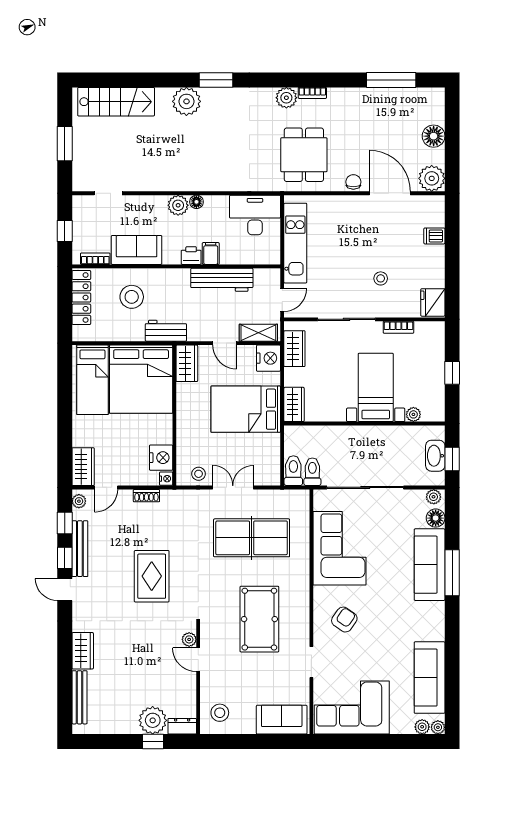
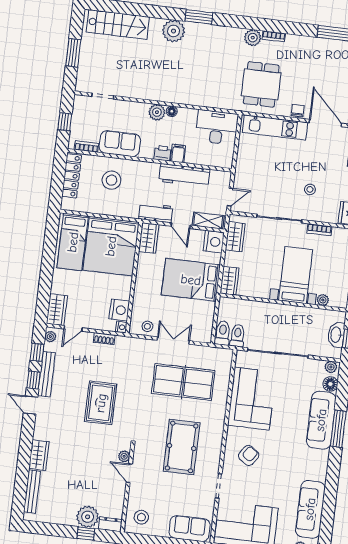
kitchen unit: (295, 243) -> (275, 127), moved, turned 90
workbench: (166, 331) -> (156, 213), moved

